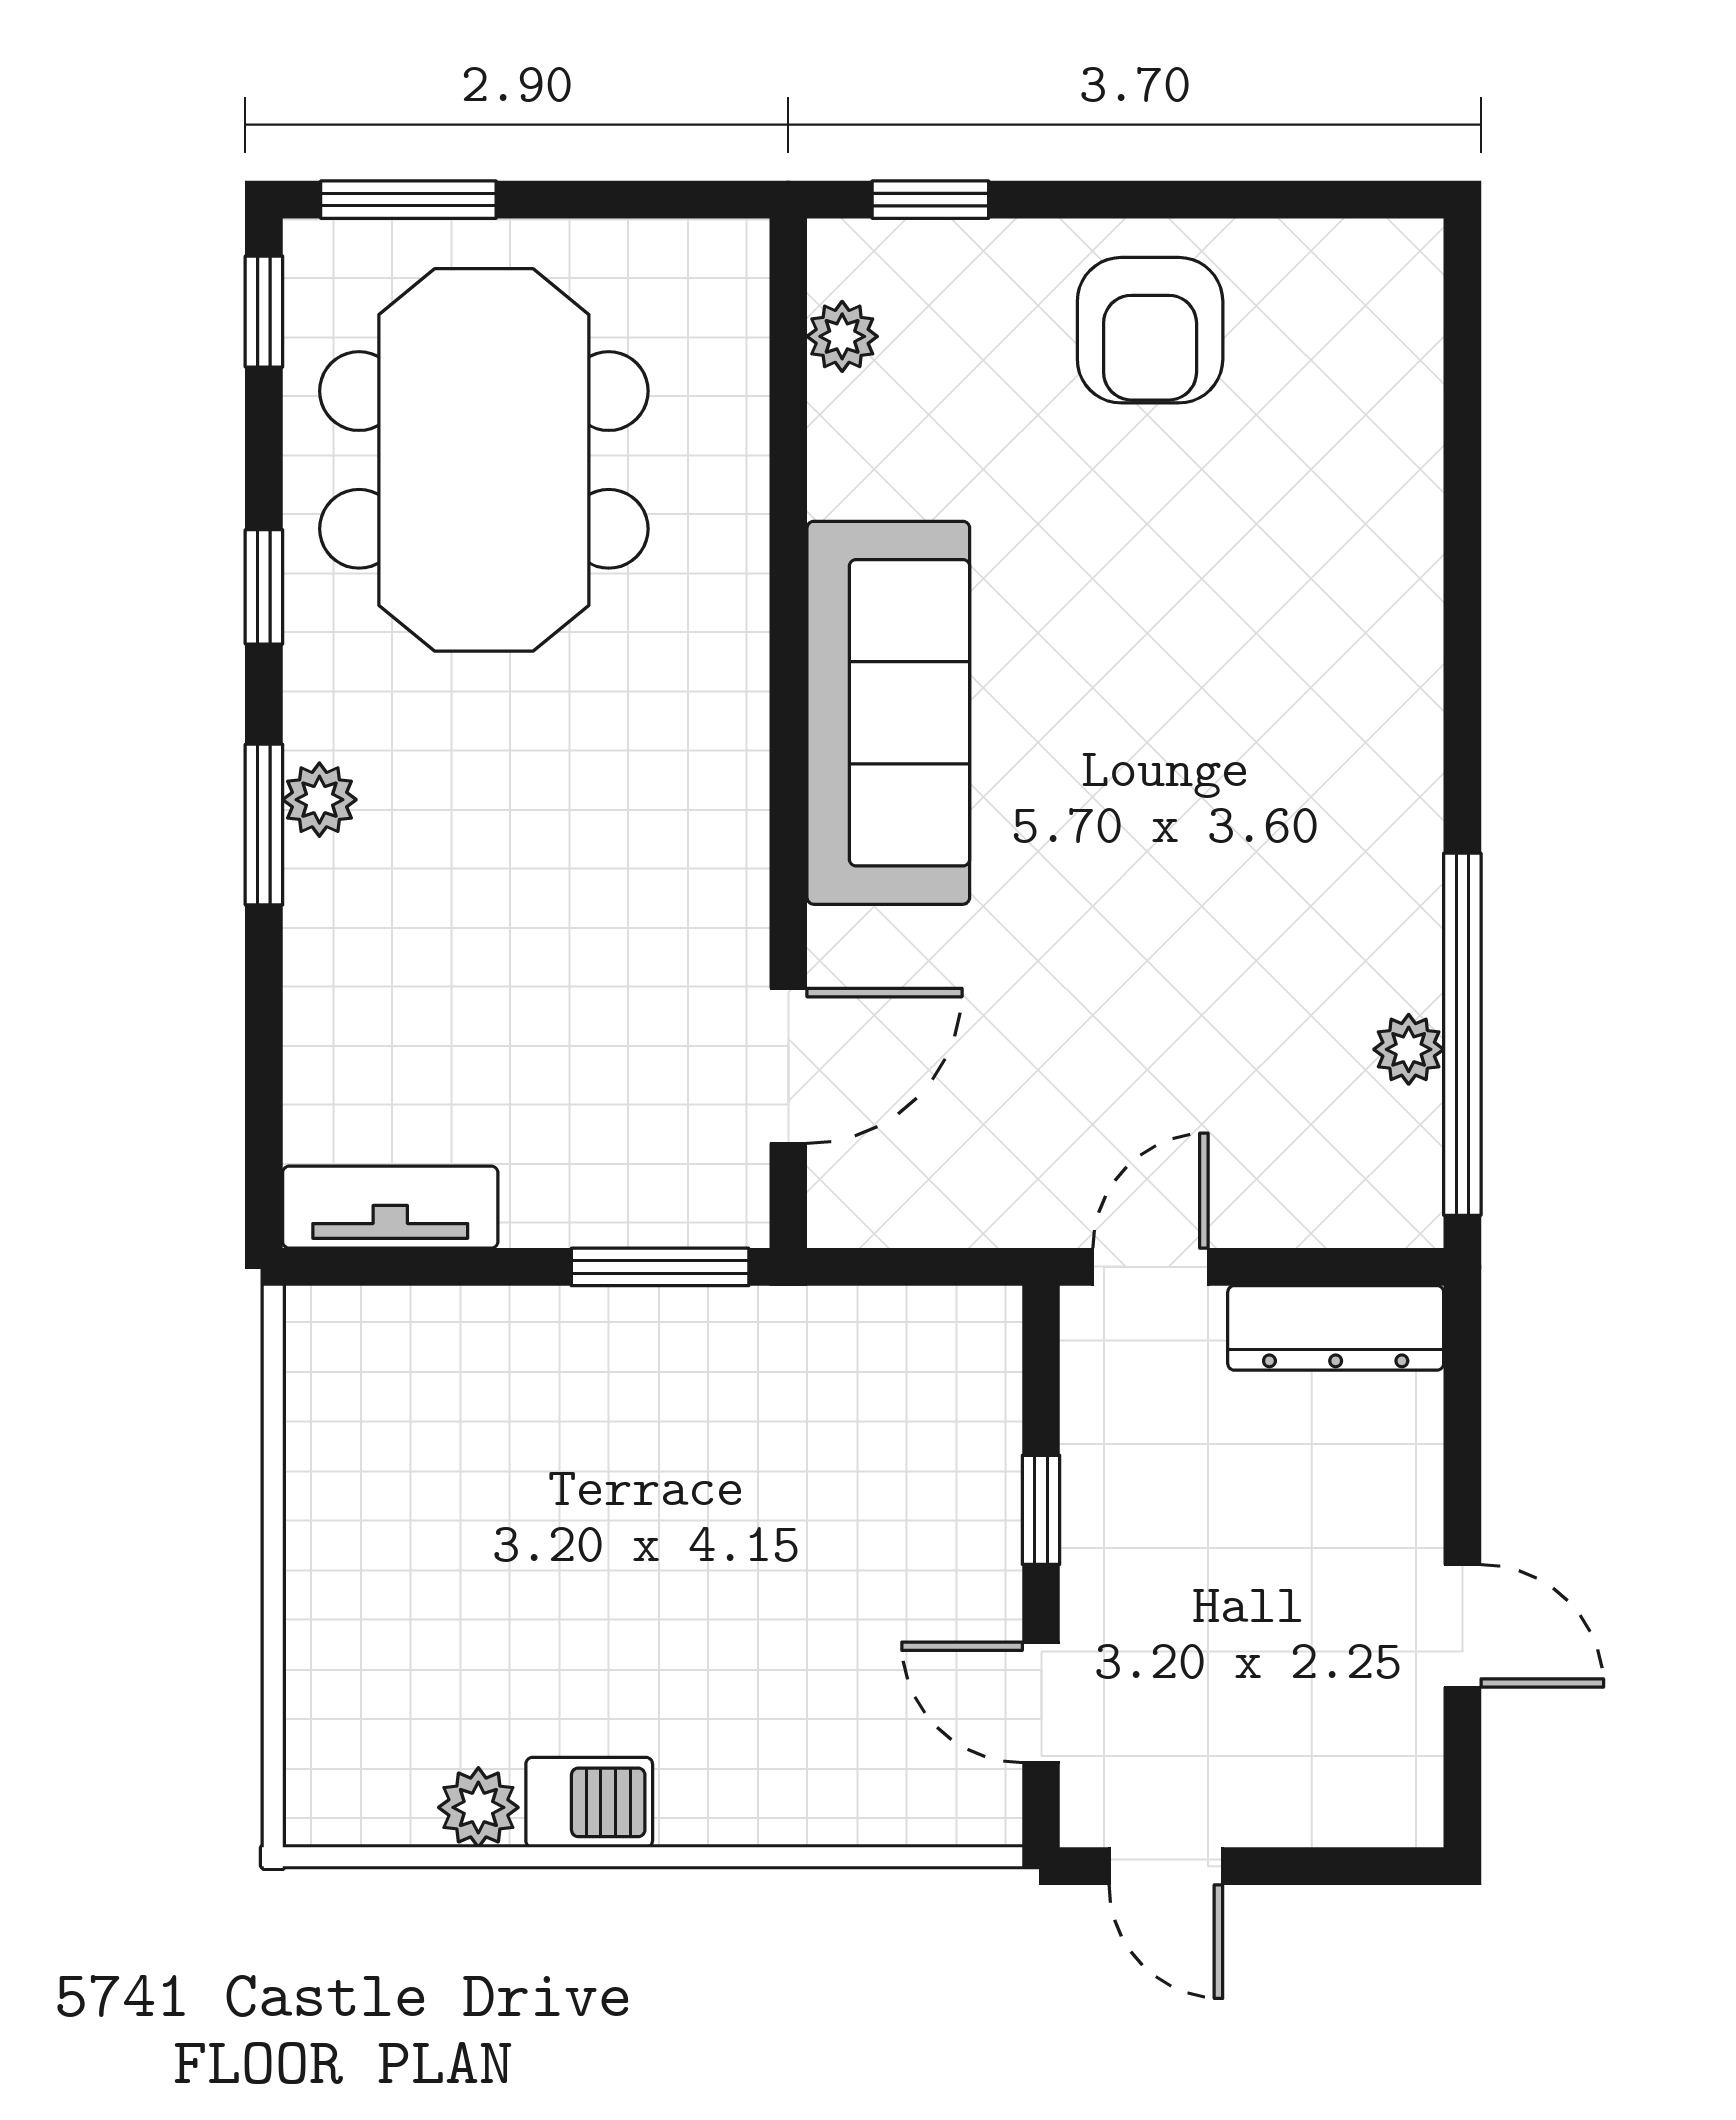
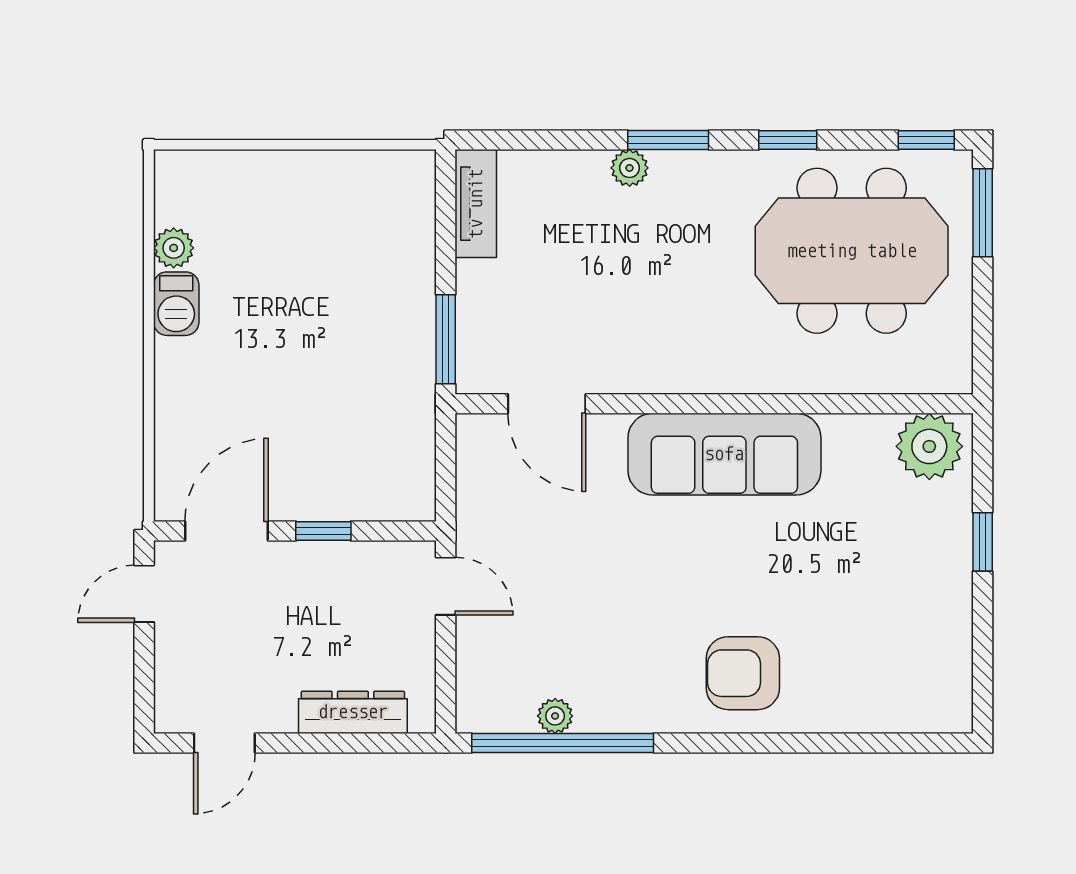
window: (930, 200) -> (983, 542), moved
armchair: (1150, 330) -> (743, 673), moved
plant: (842, 336) -> (929, 446), width x1.87, depth x1.87
plant: (319, 800) -> (630, 168), moved
dresser: (1336, 1328) -> (353, 712), moved, turned 90
door: (1462, 1626) -> (224, 743), moved
door: (1041, 1702) -> (227, 531), width x1.38

